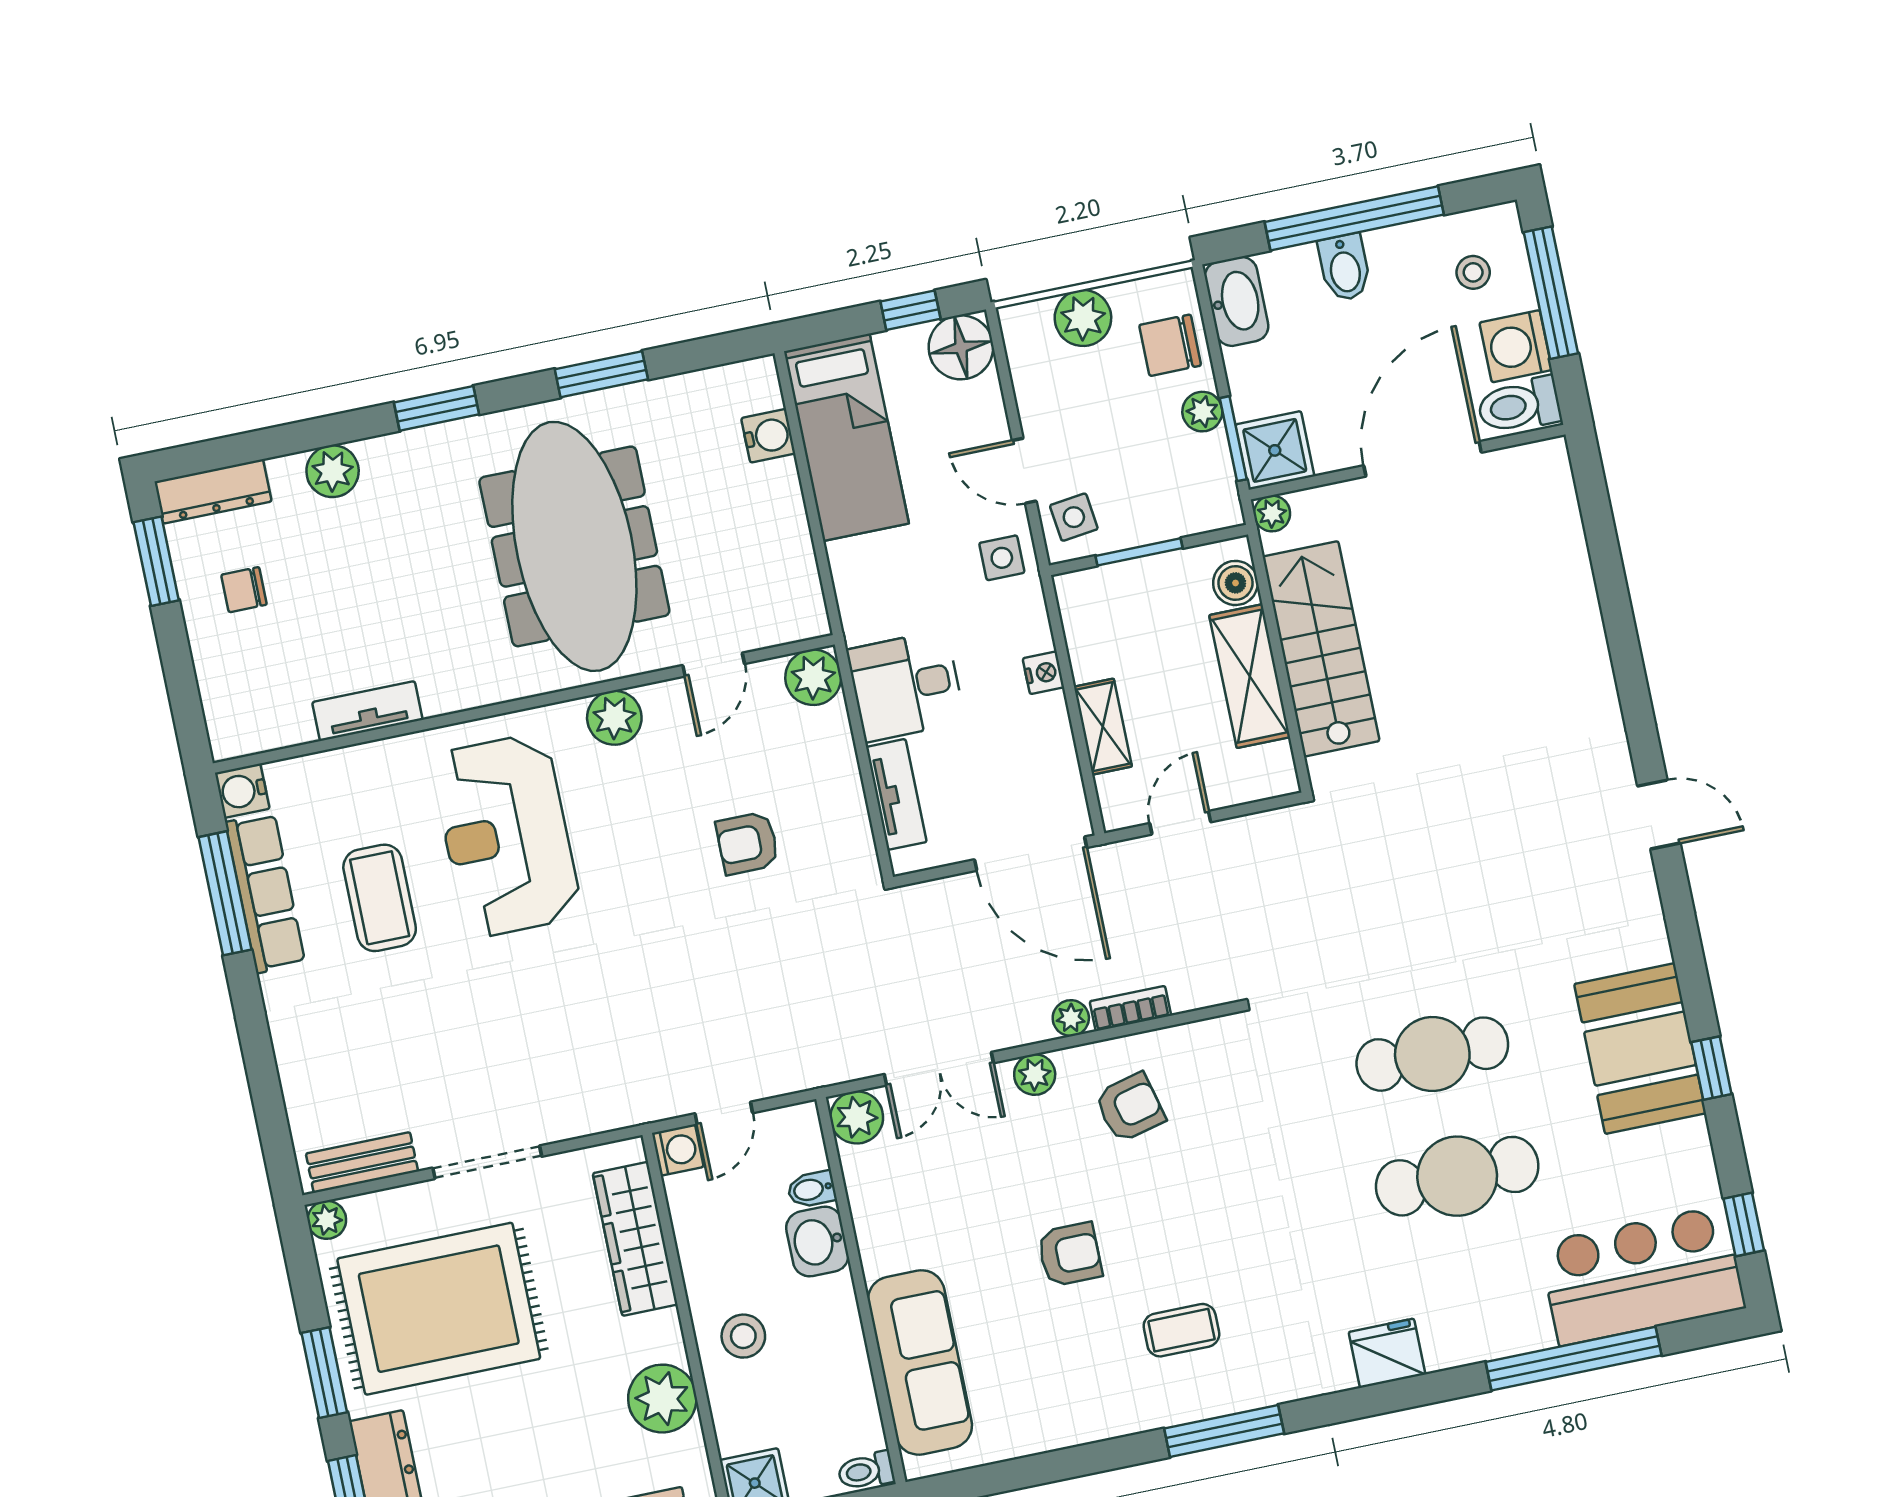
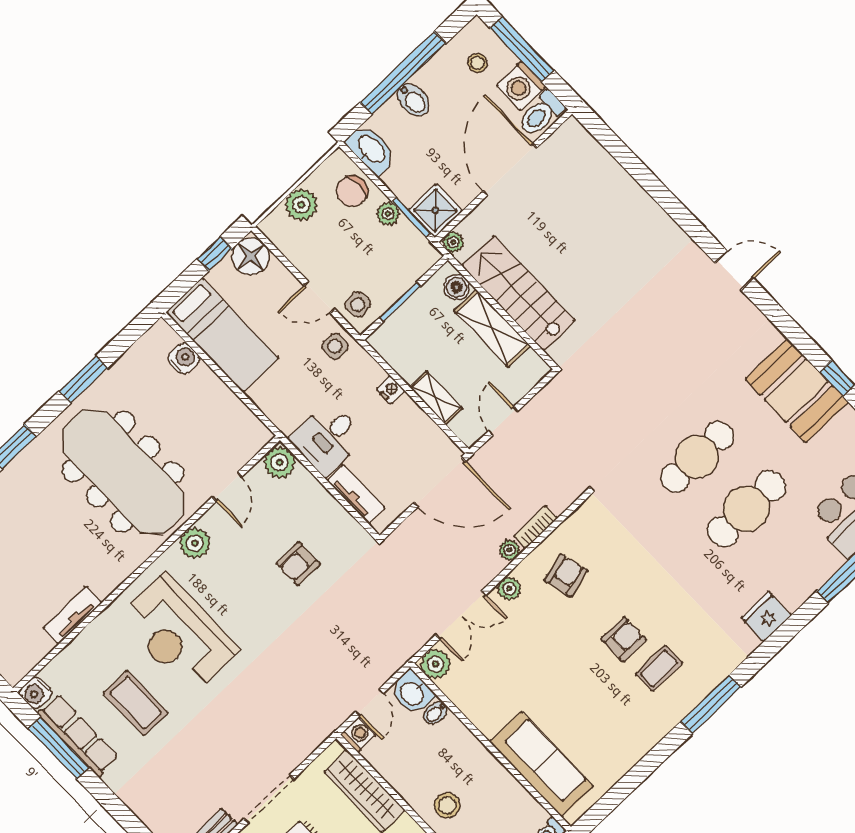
washbasin: (817, 1242) -> (412, 693), moved
armchair: (1070, 1254) -> (624, 639), moved

